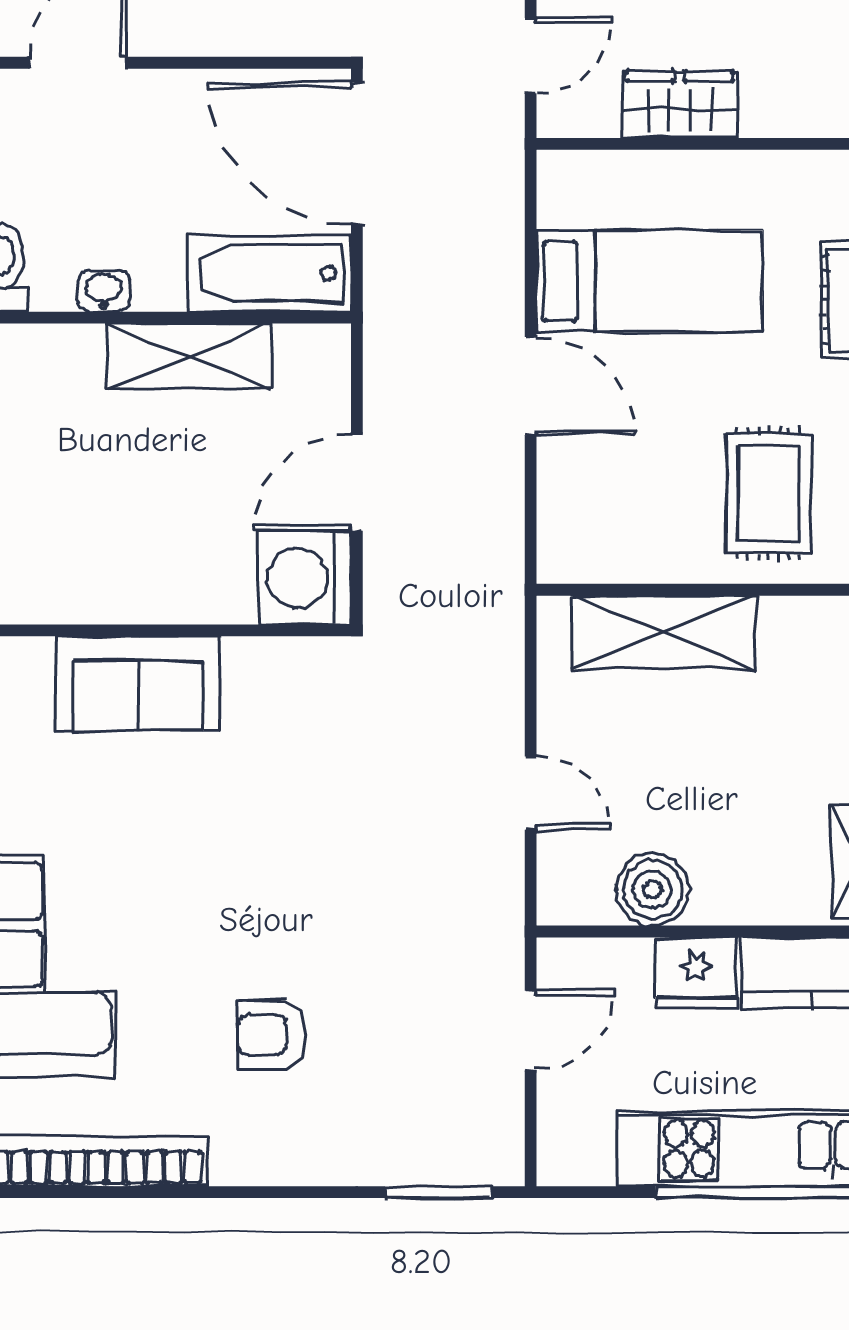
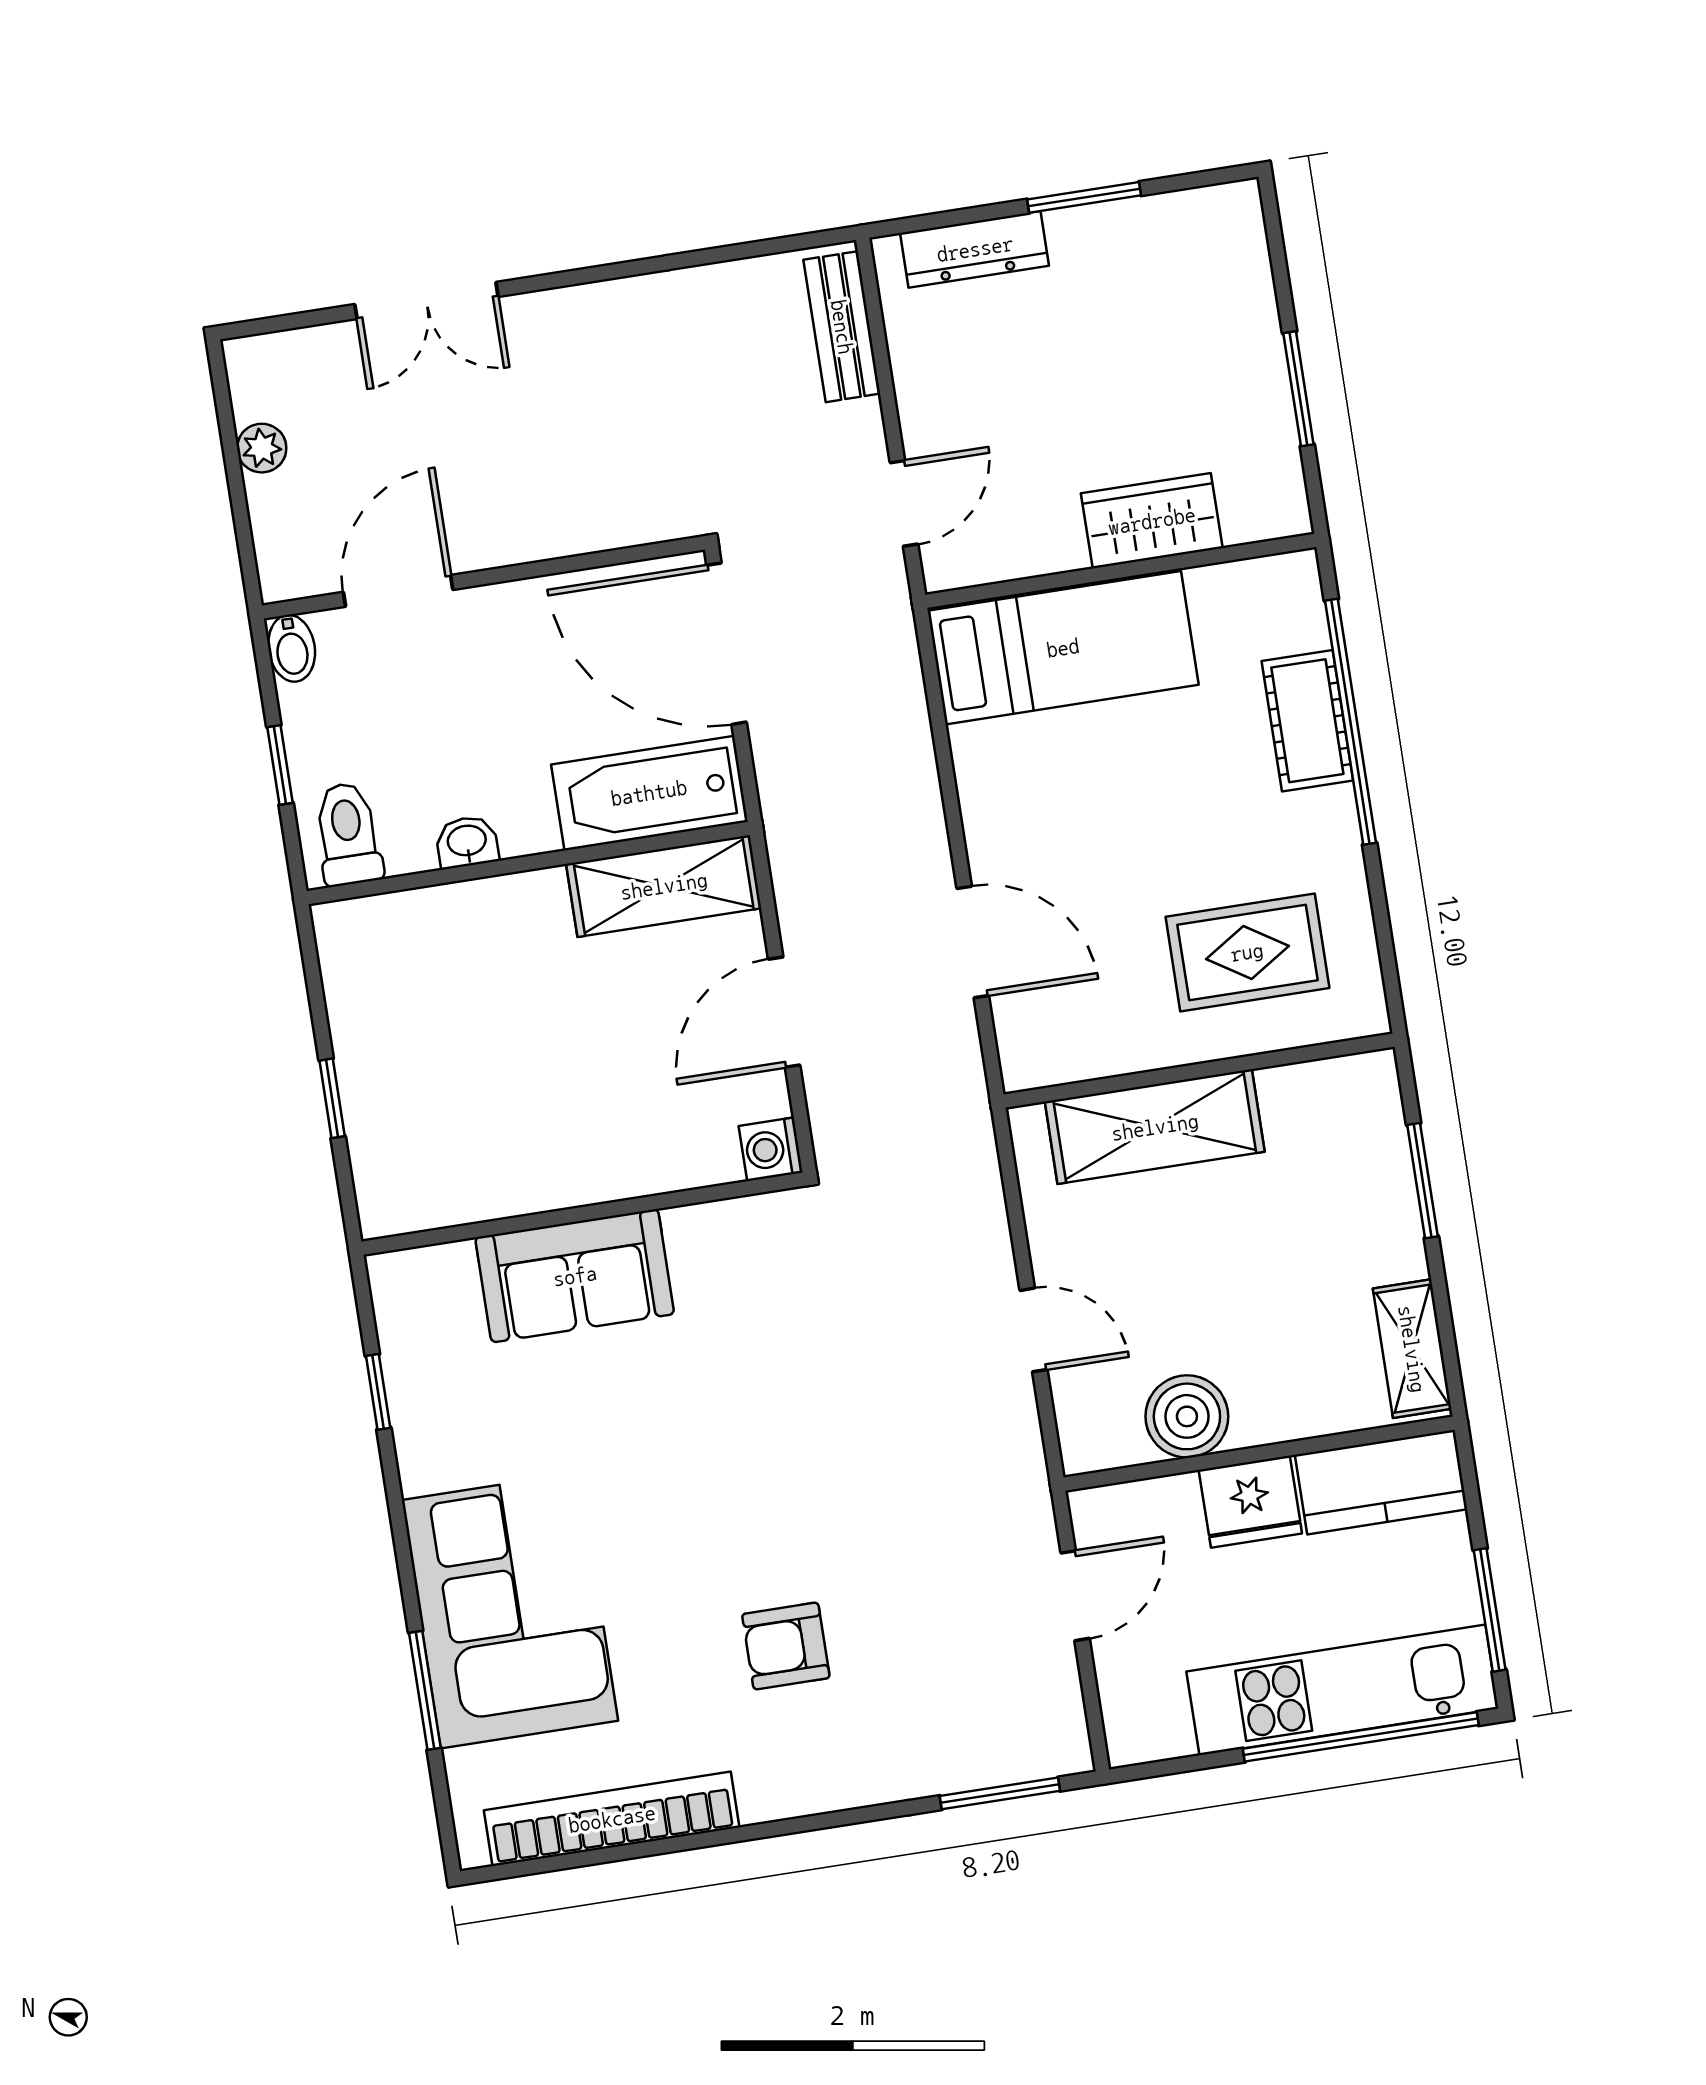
wardrobe: (680, 104) -> (1152, 521), moved
bed: (649, 281) -> (1063, 648), moved
shelving: (189, 356) -> (664, 886), moved
door: (531, 386) -> (973, 942), moved
rug: (768, 494) -> (1247, 952), turned 90
washing machine: (304, 578) -> (771, 1149), width x0.53, depth x0.53

